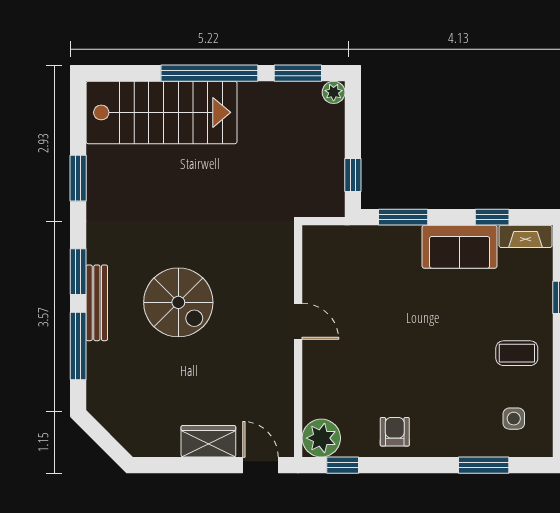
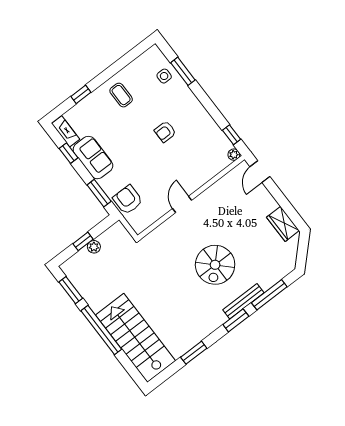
plant: (334, 92) -> (94, 247), moved
window: (353, 175) -> (83, 241), moved
armchair: (363, 250) -> (128, 200), added
spiral stairs: (178, 302) -> (215, 265), turned 180
side table: (514, 419) -> (164, 76), moved
armchair: (395, 432) -> (165, 132), moved
plant: (321, 438) -> (234, 155), width x0.53, depth x0.53
wardrobe: (208, 441) -> (283, 224), moved

